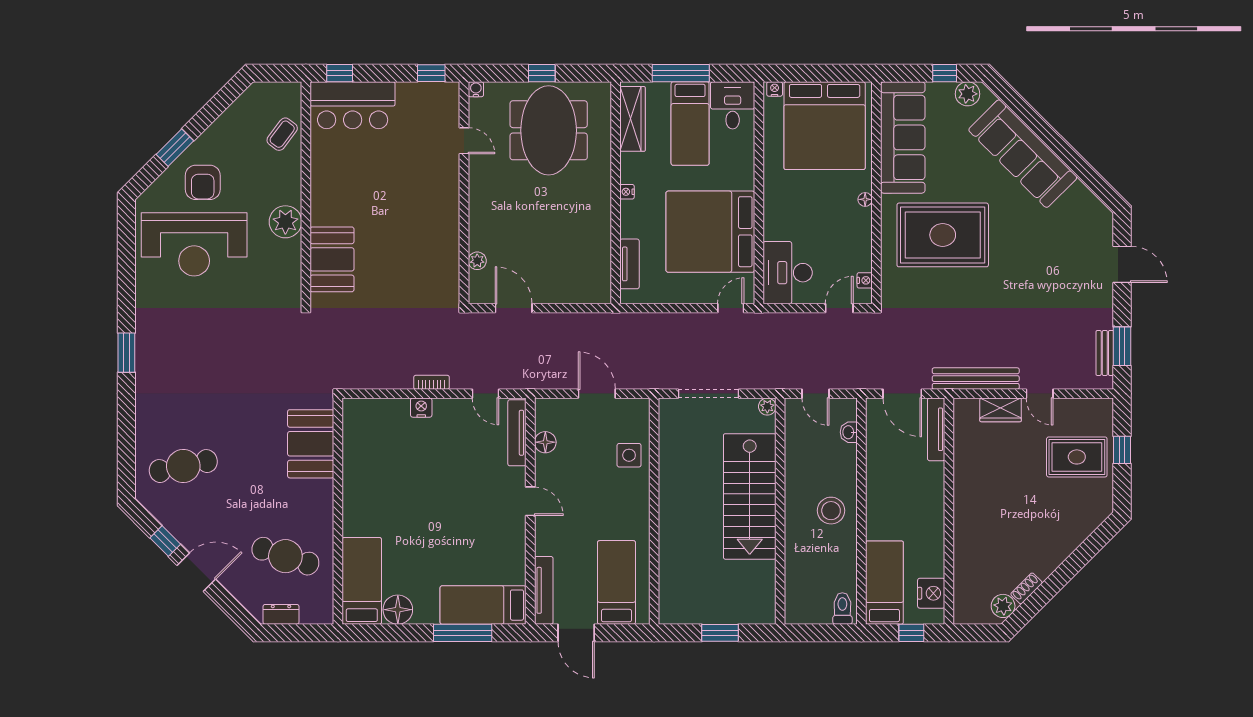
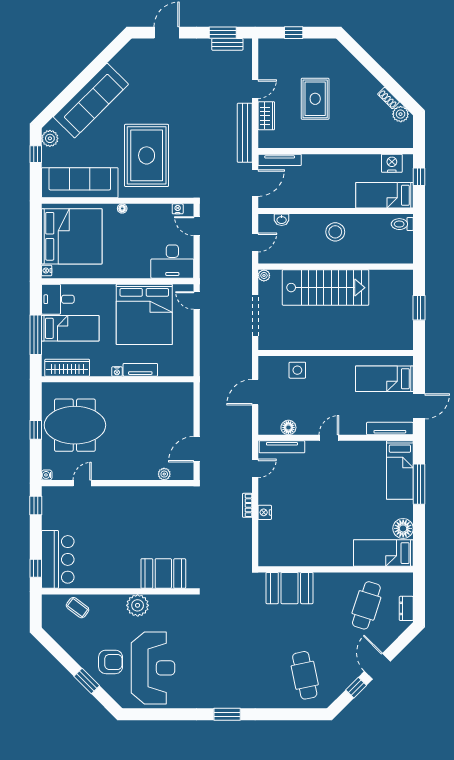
tv unit: (630, 264) -> (140, 370), moved
rug: (1077, 457) -> (315, 99), moved

